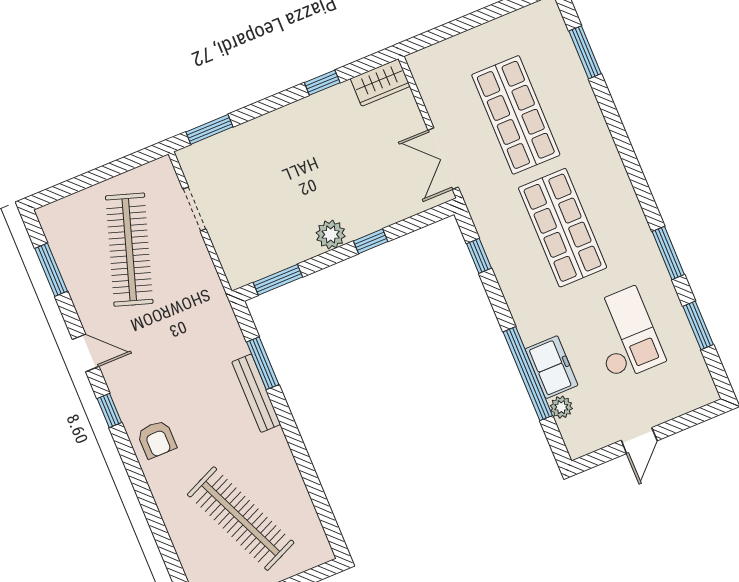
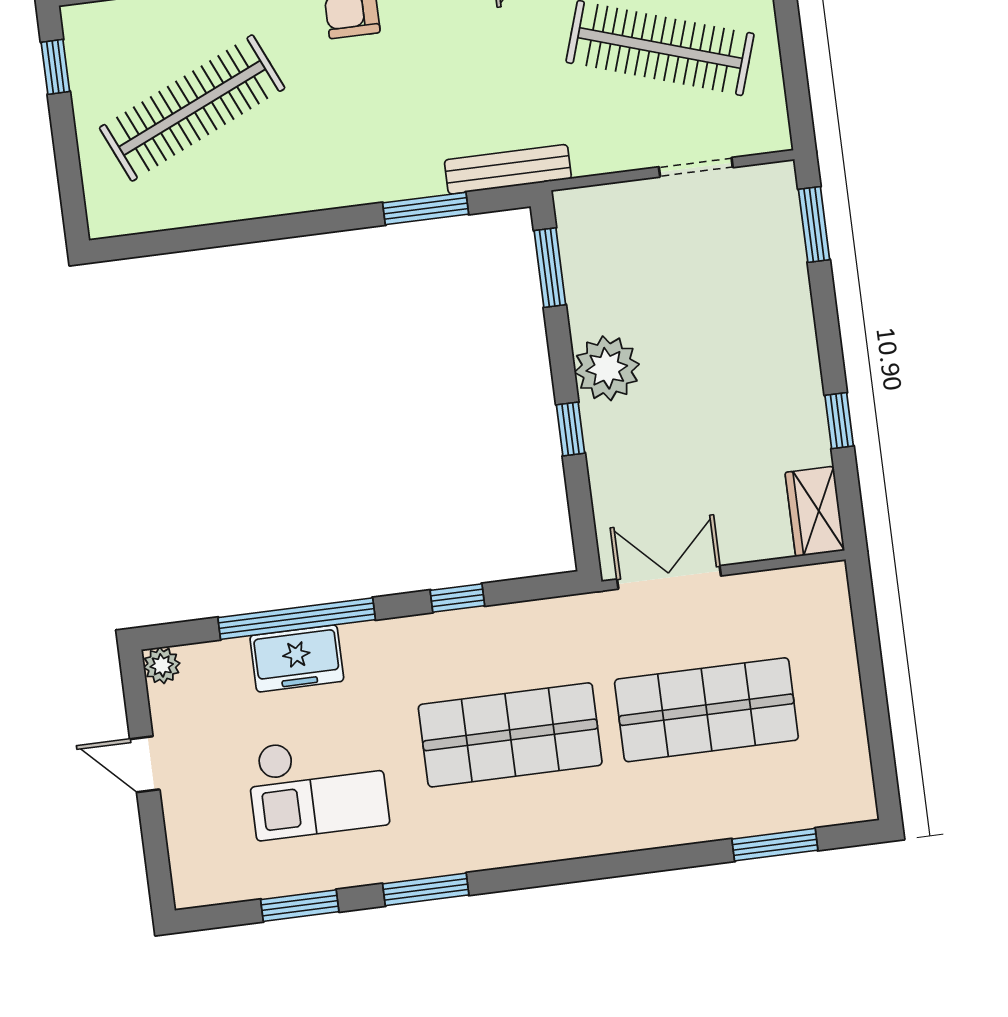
plant: (331, 234) -> (607, 368), width x1.36, depth x1.36
window: (479, 256) -> (457, 598), moved
bench: (256, 393) -> (508, 169), moved
plant: (561, 407) -> (162, 665), moved

